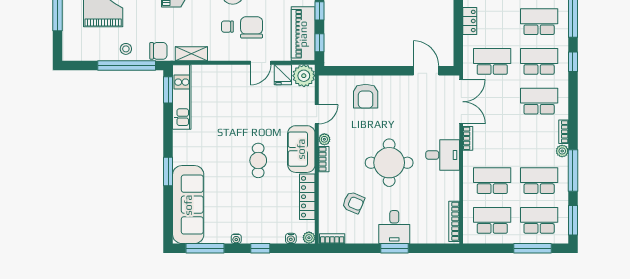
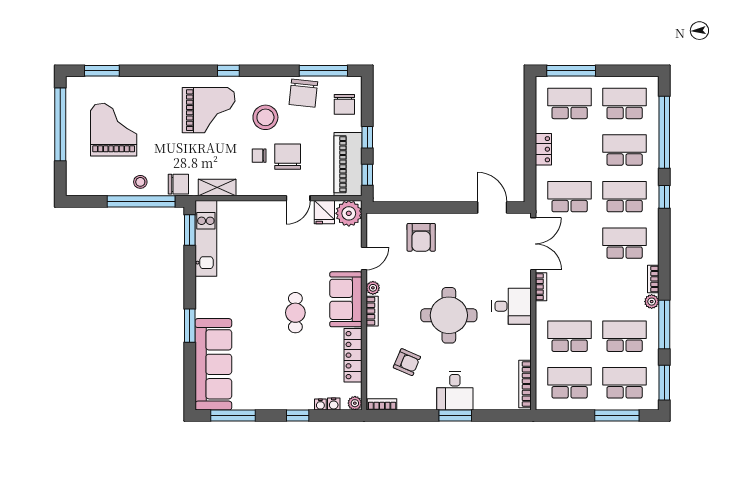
water cooler: (236, 239) -> (320, 404), moved

